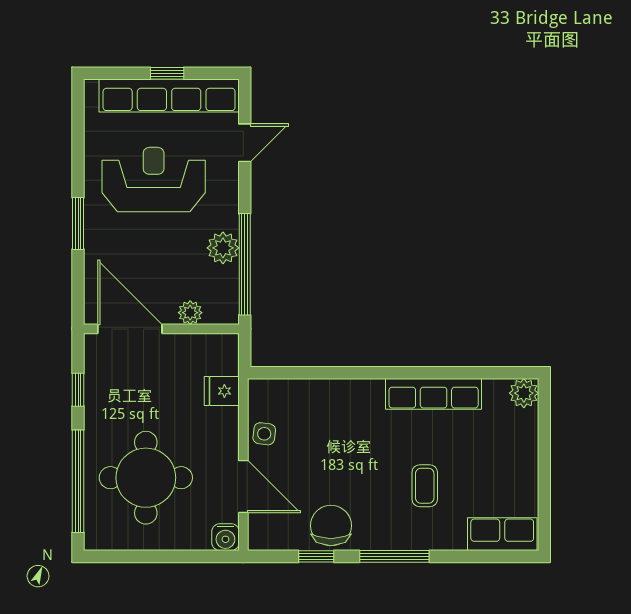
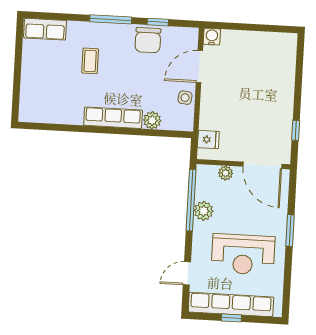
fridge: (222, 391) -> (208, 140), moved
plant: (524, 393) -> (152, 120), moved
row of seats: (434, 394) -> (113, 118), moved
round table: (146, 478) -> (258, 75), removed
window: (78, 481) -> (299, 75), removed
door: (243, 487) -> (199, 67), hinge flipped

